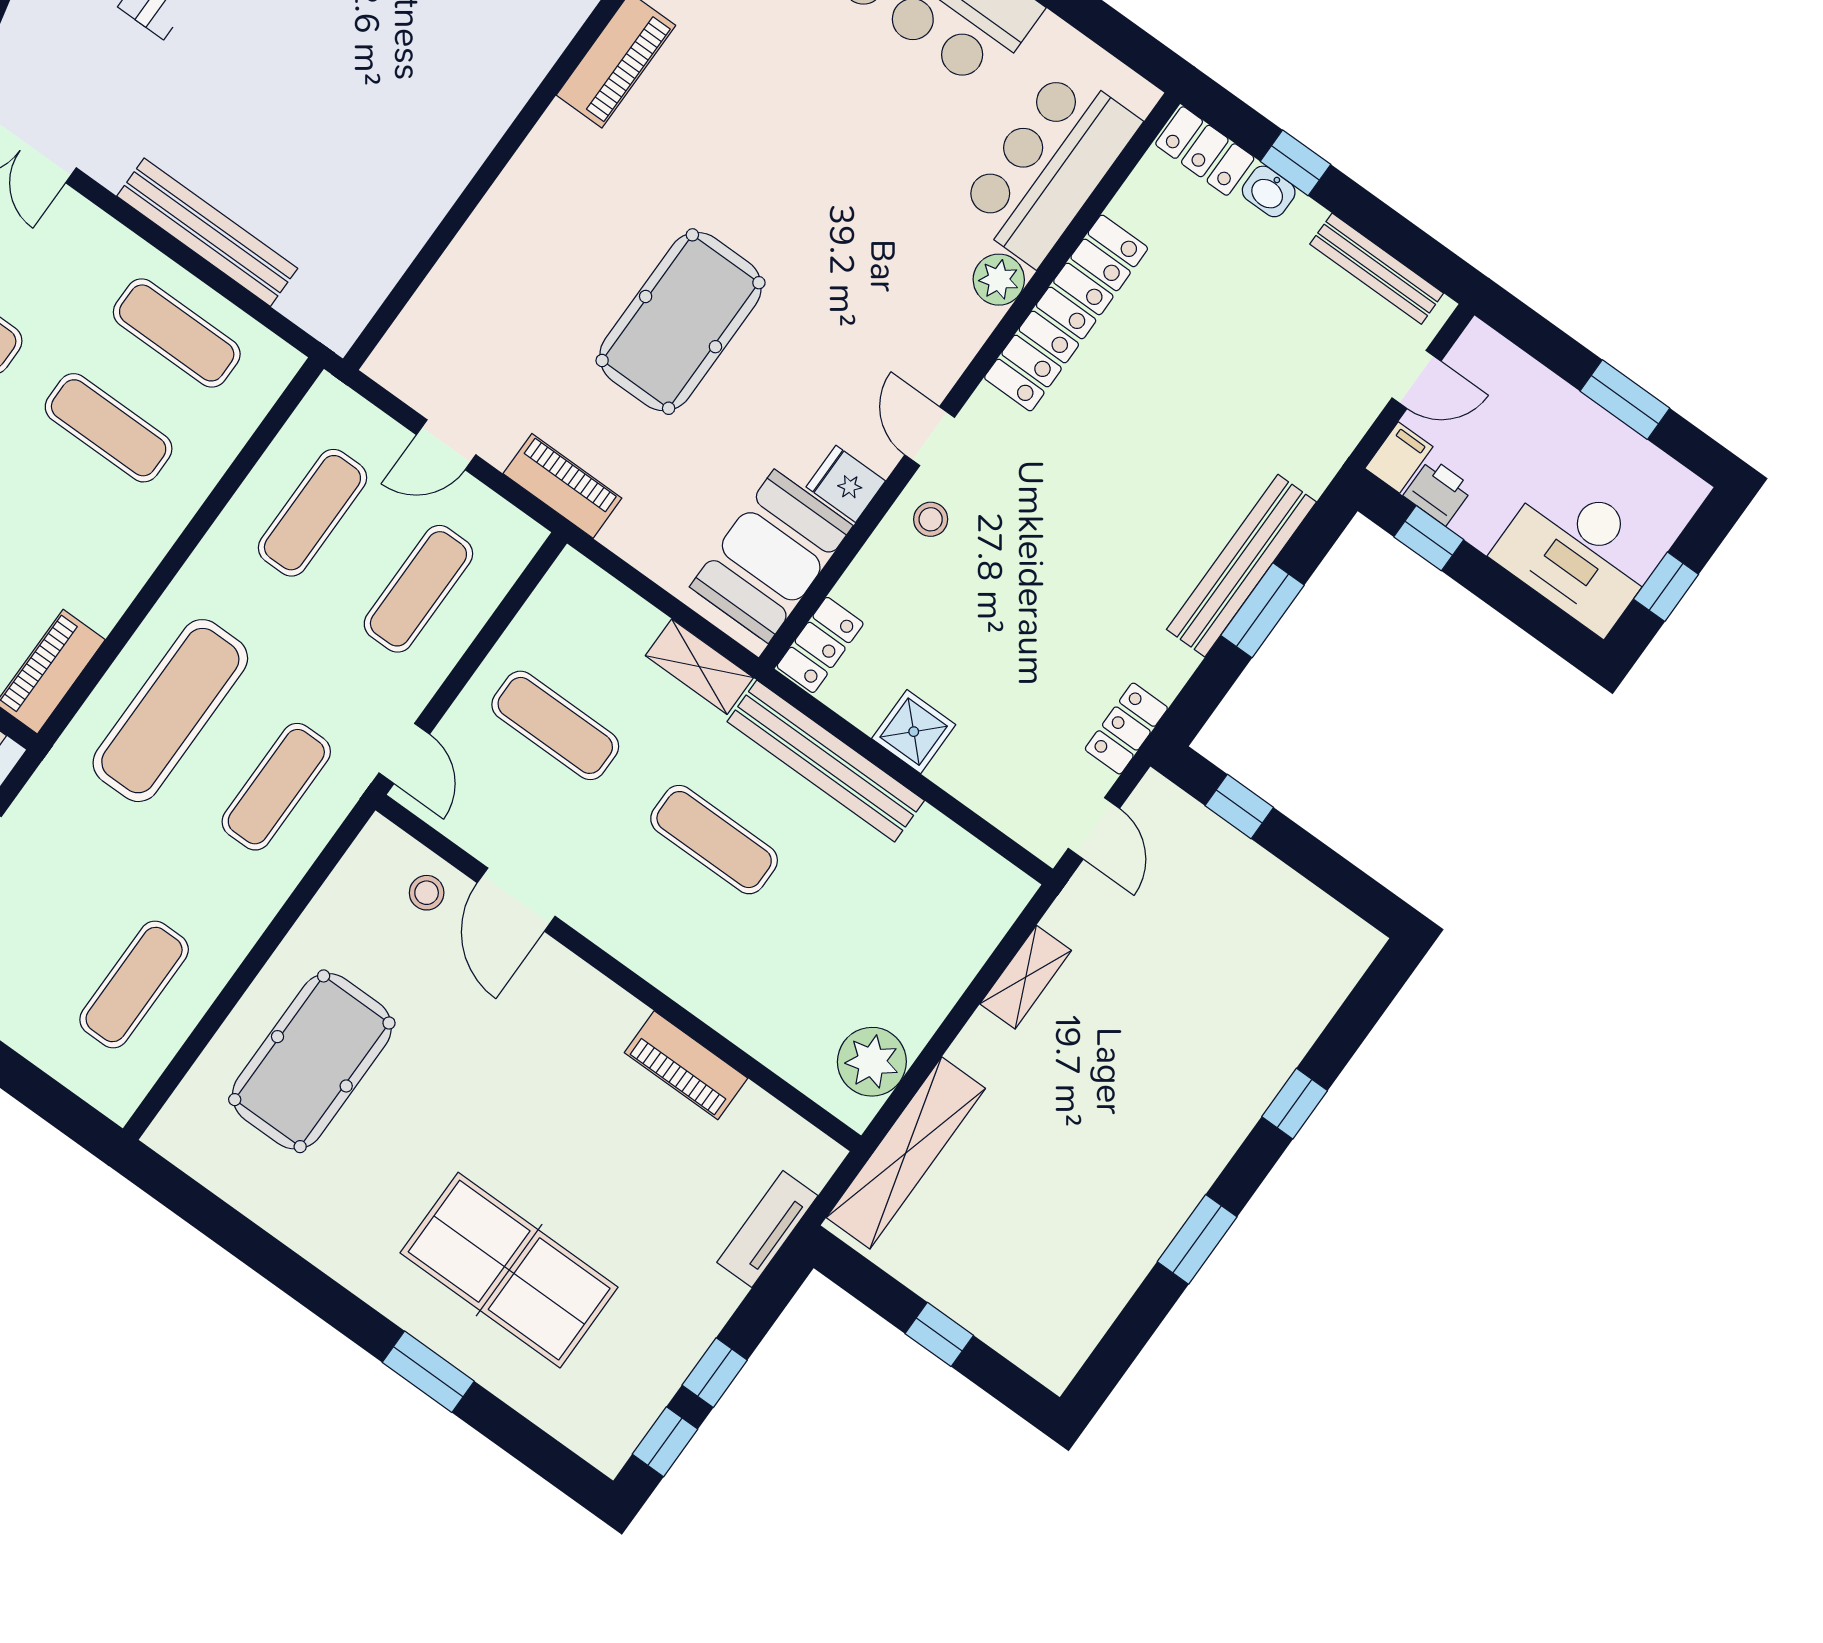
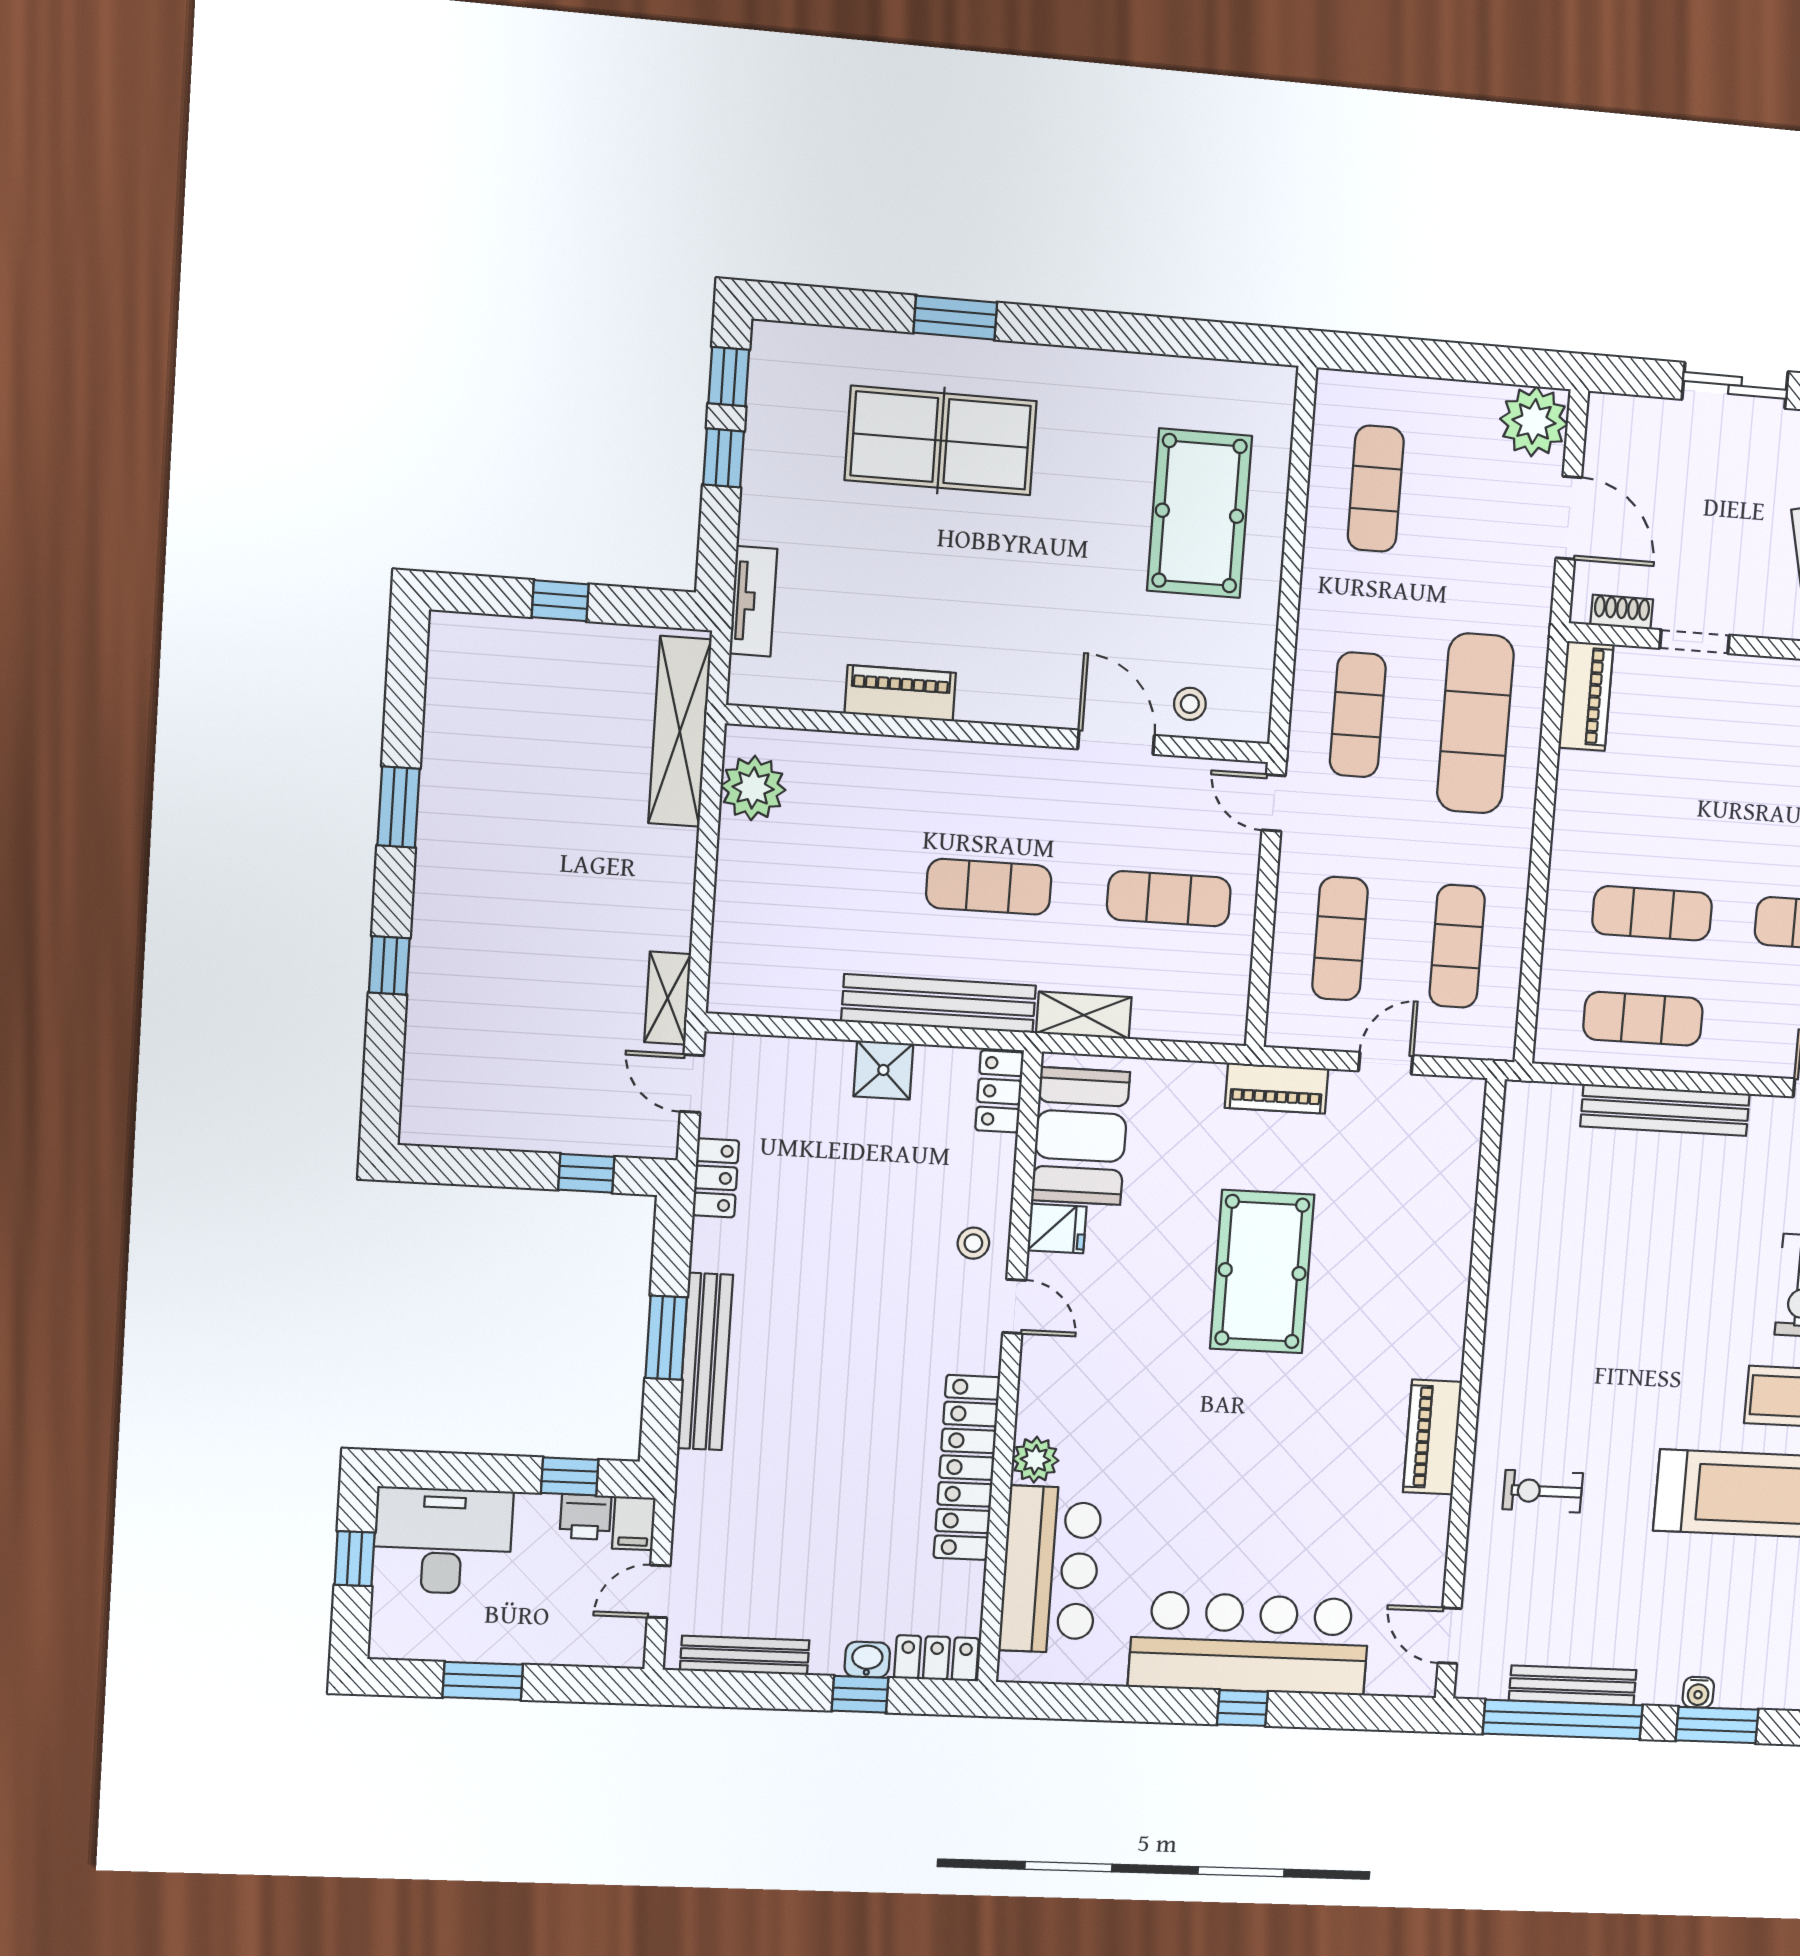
shelving: (1026, 977) -> (668, 998), moved

